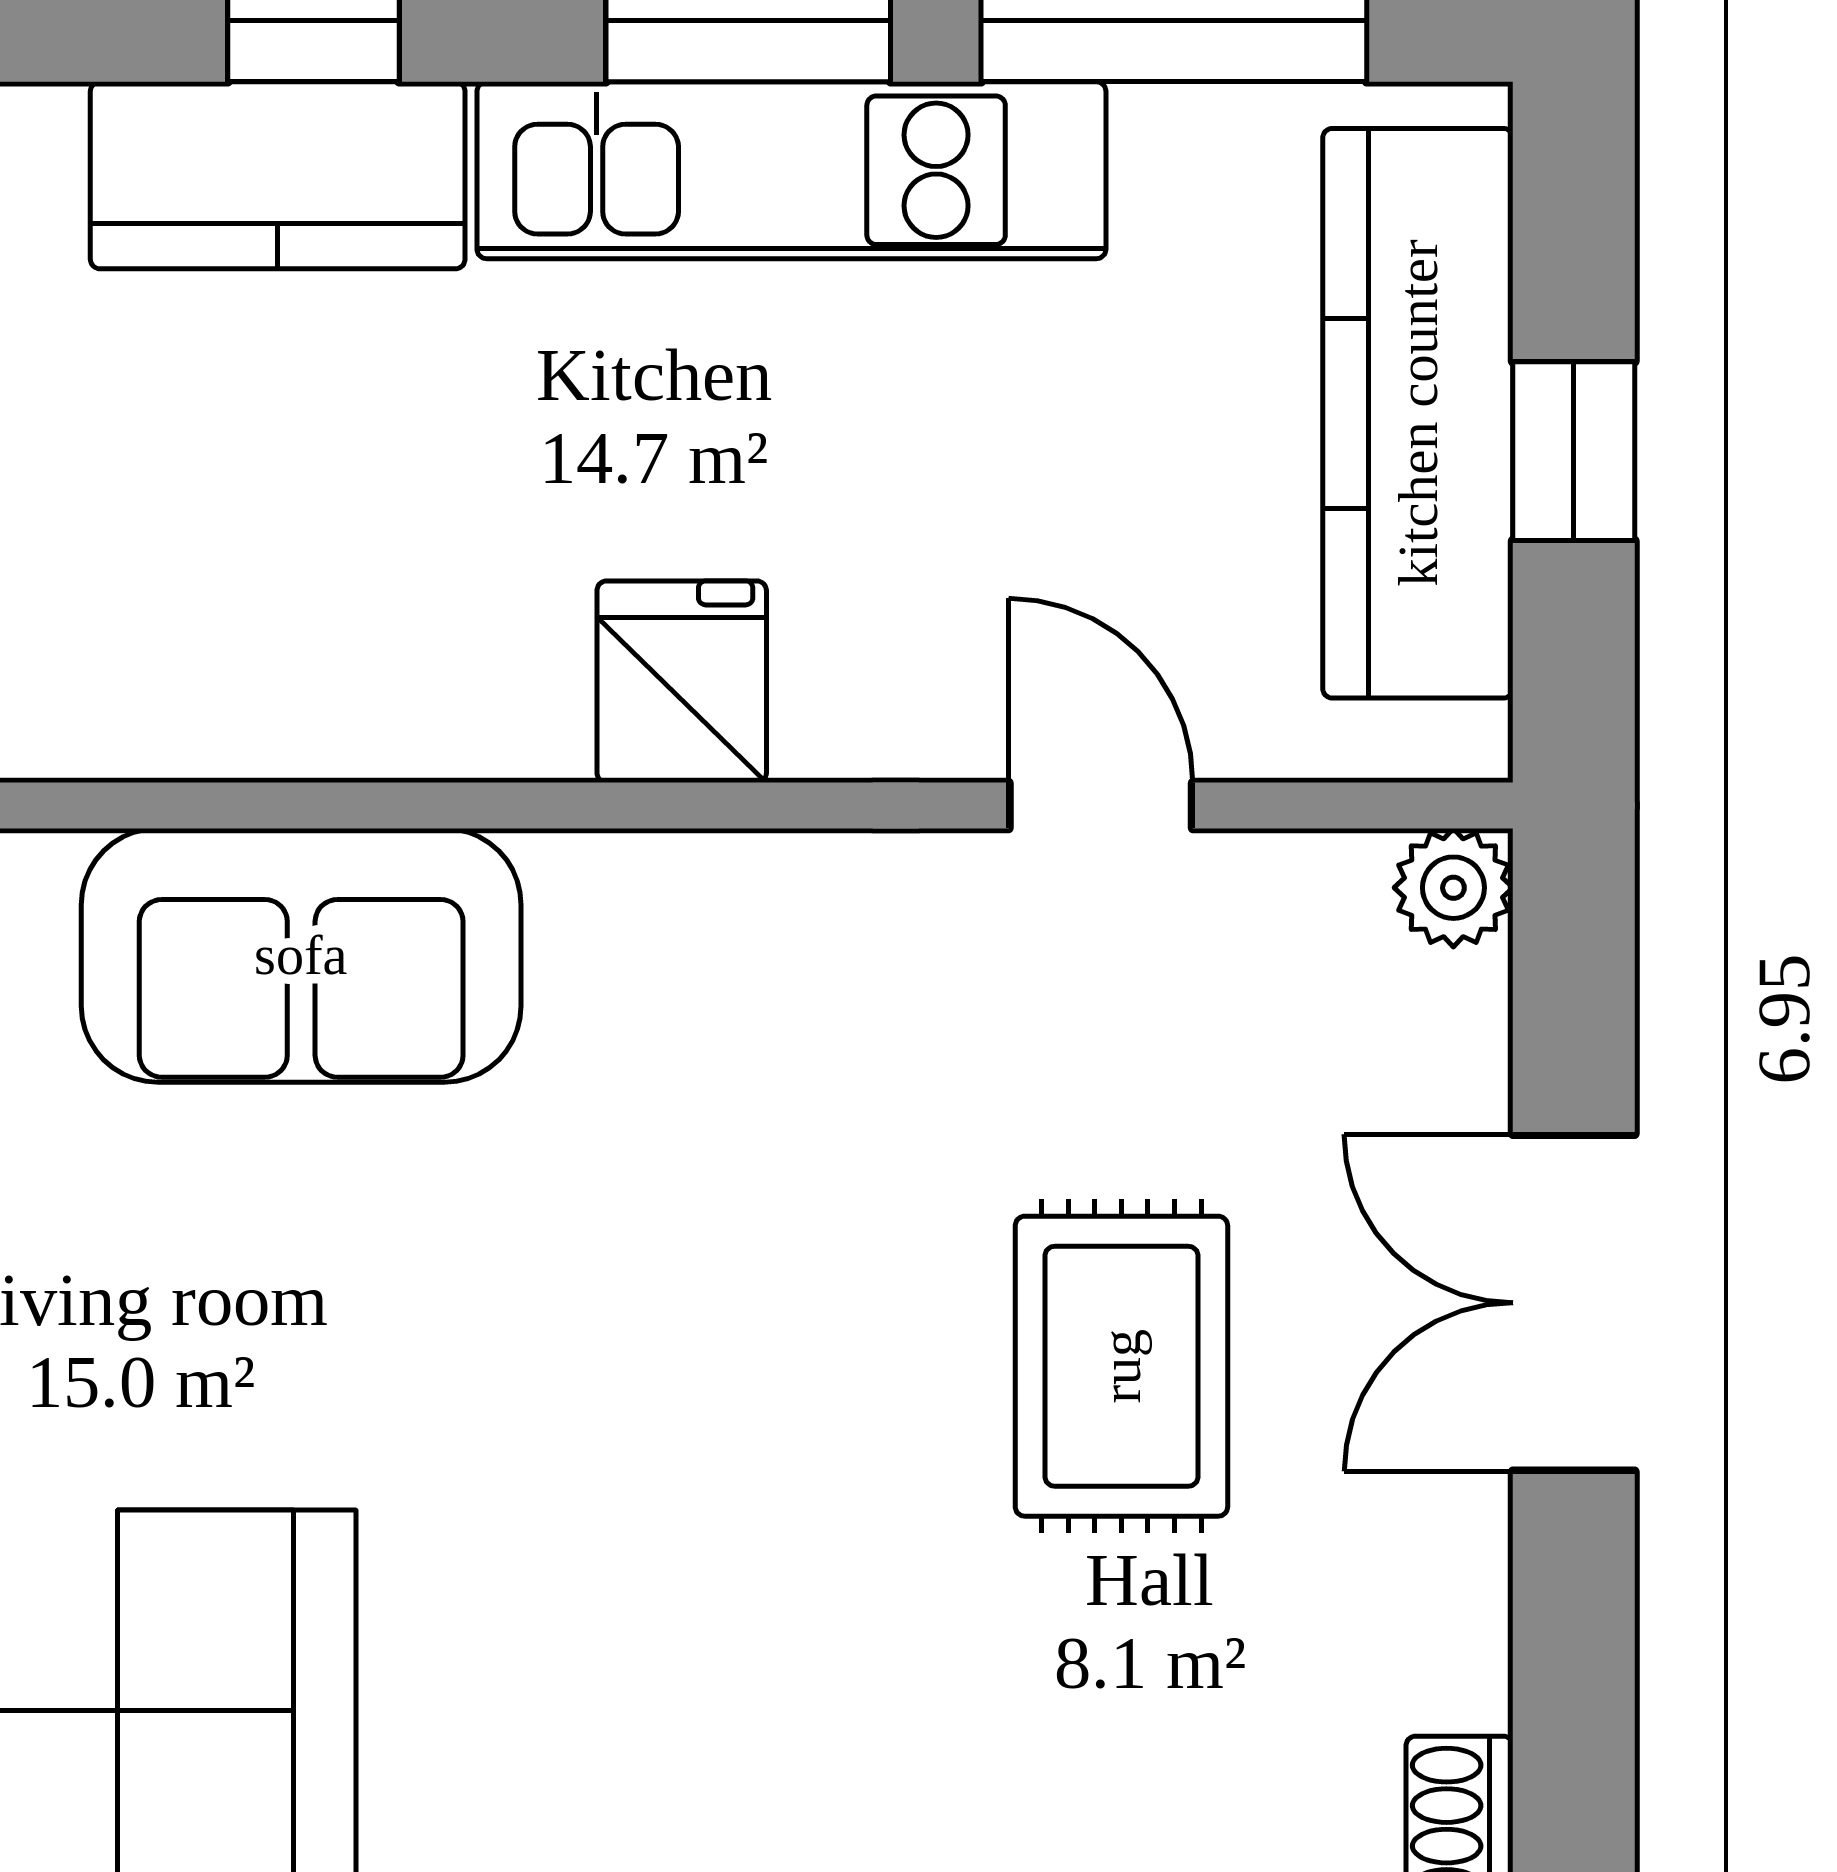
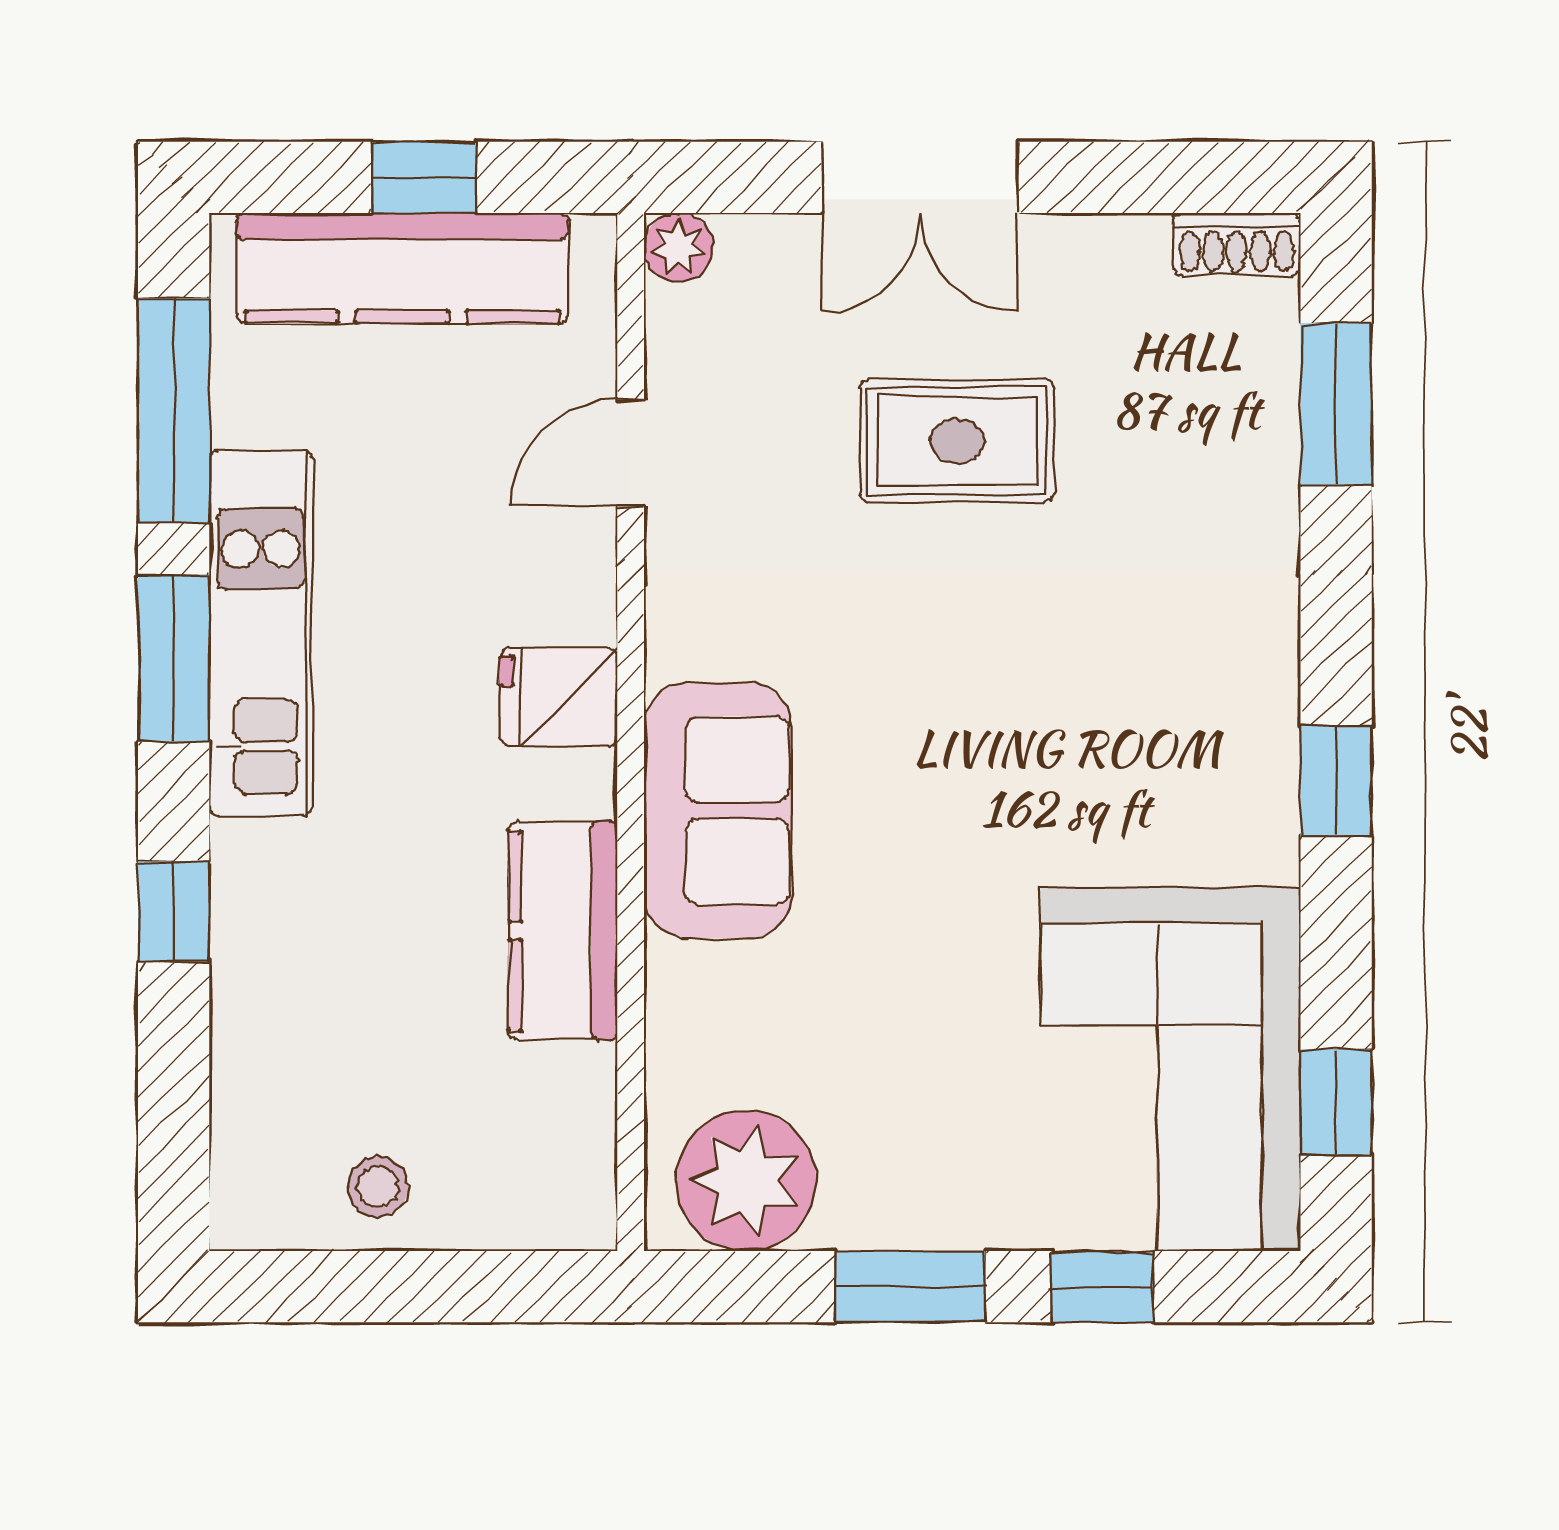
kitchen counter: (278, 175) -> (563, 931), moved, turned 180
sofa: (301, 955) -> (718, 810), moved

